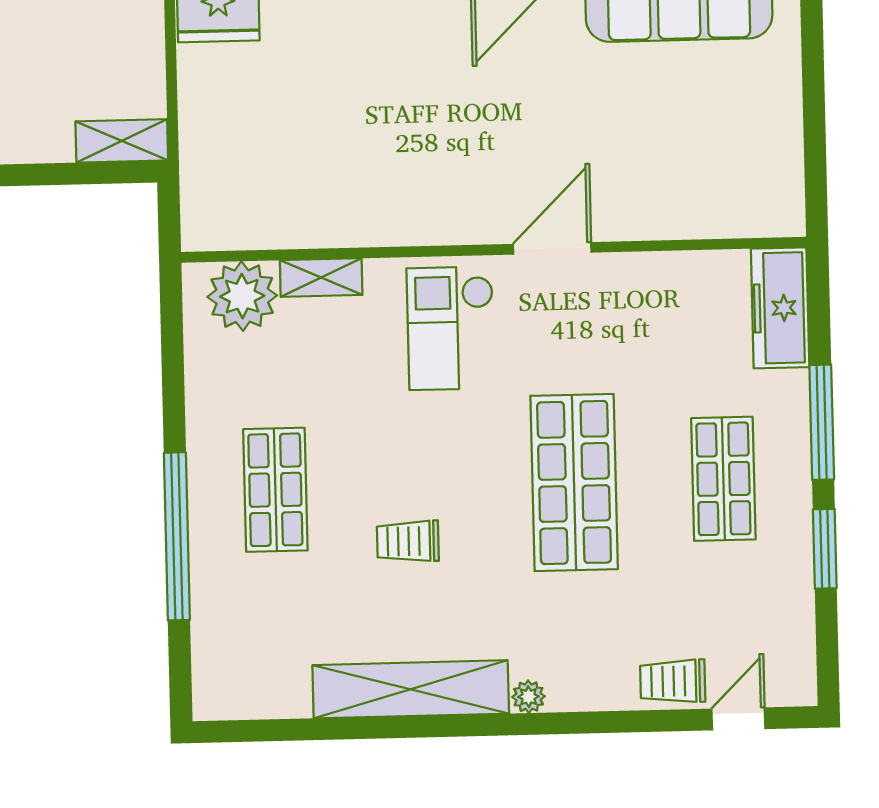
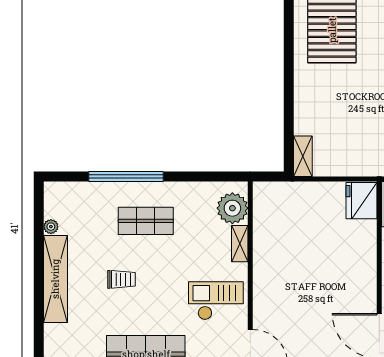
trolley: (408, 541) -> (121, 279), turned 90
plant: (529, 697) -> (51, 227), moved

